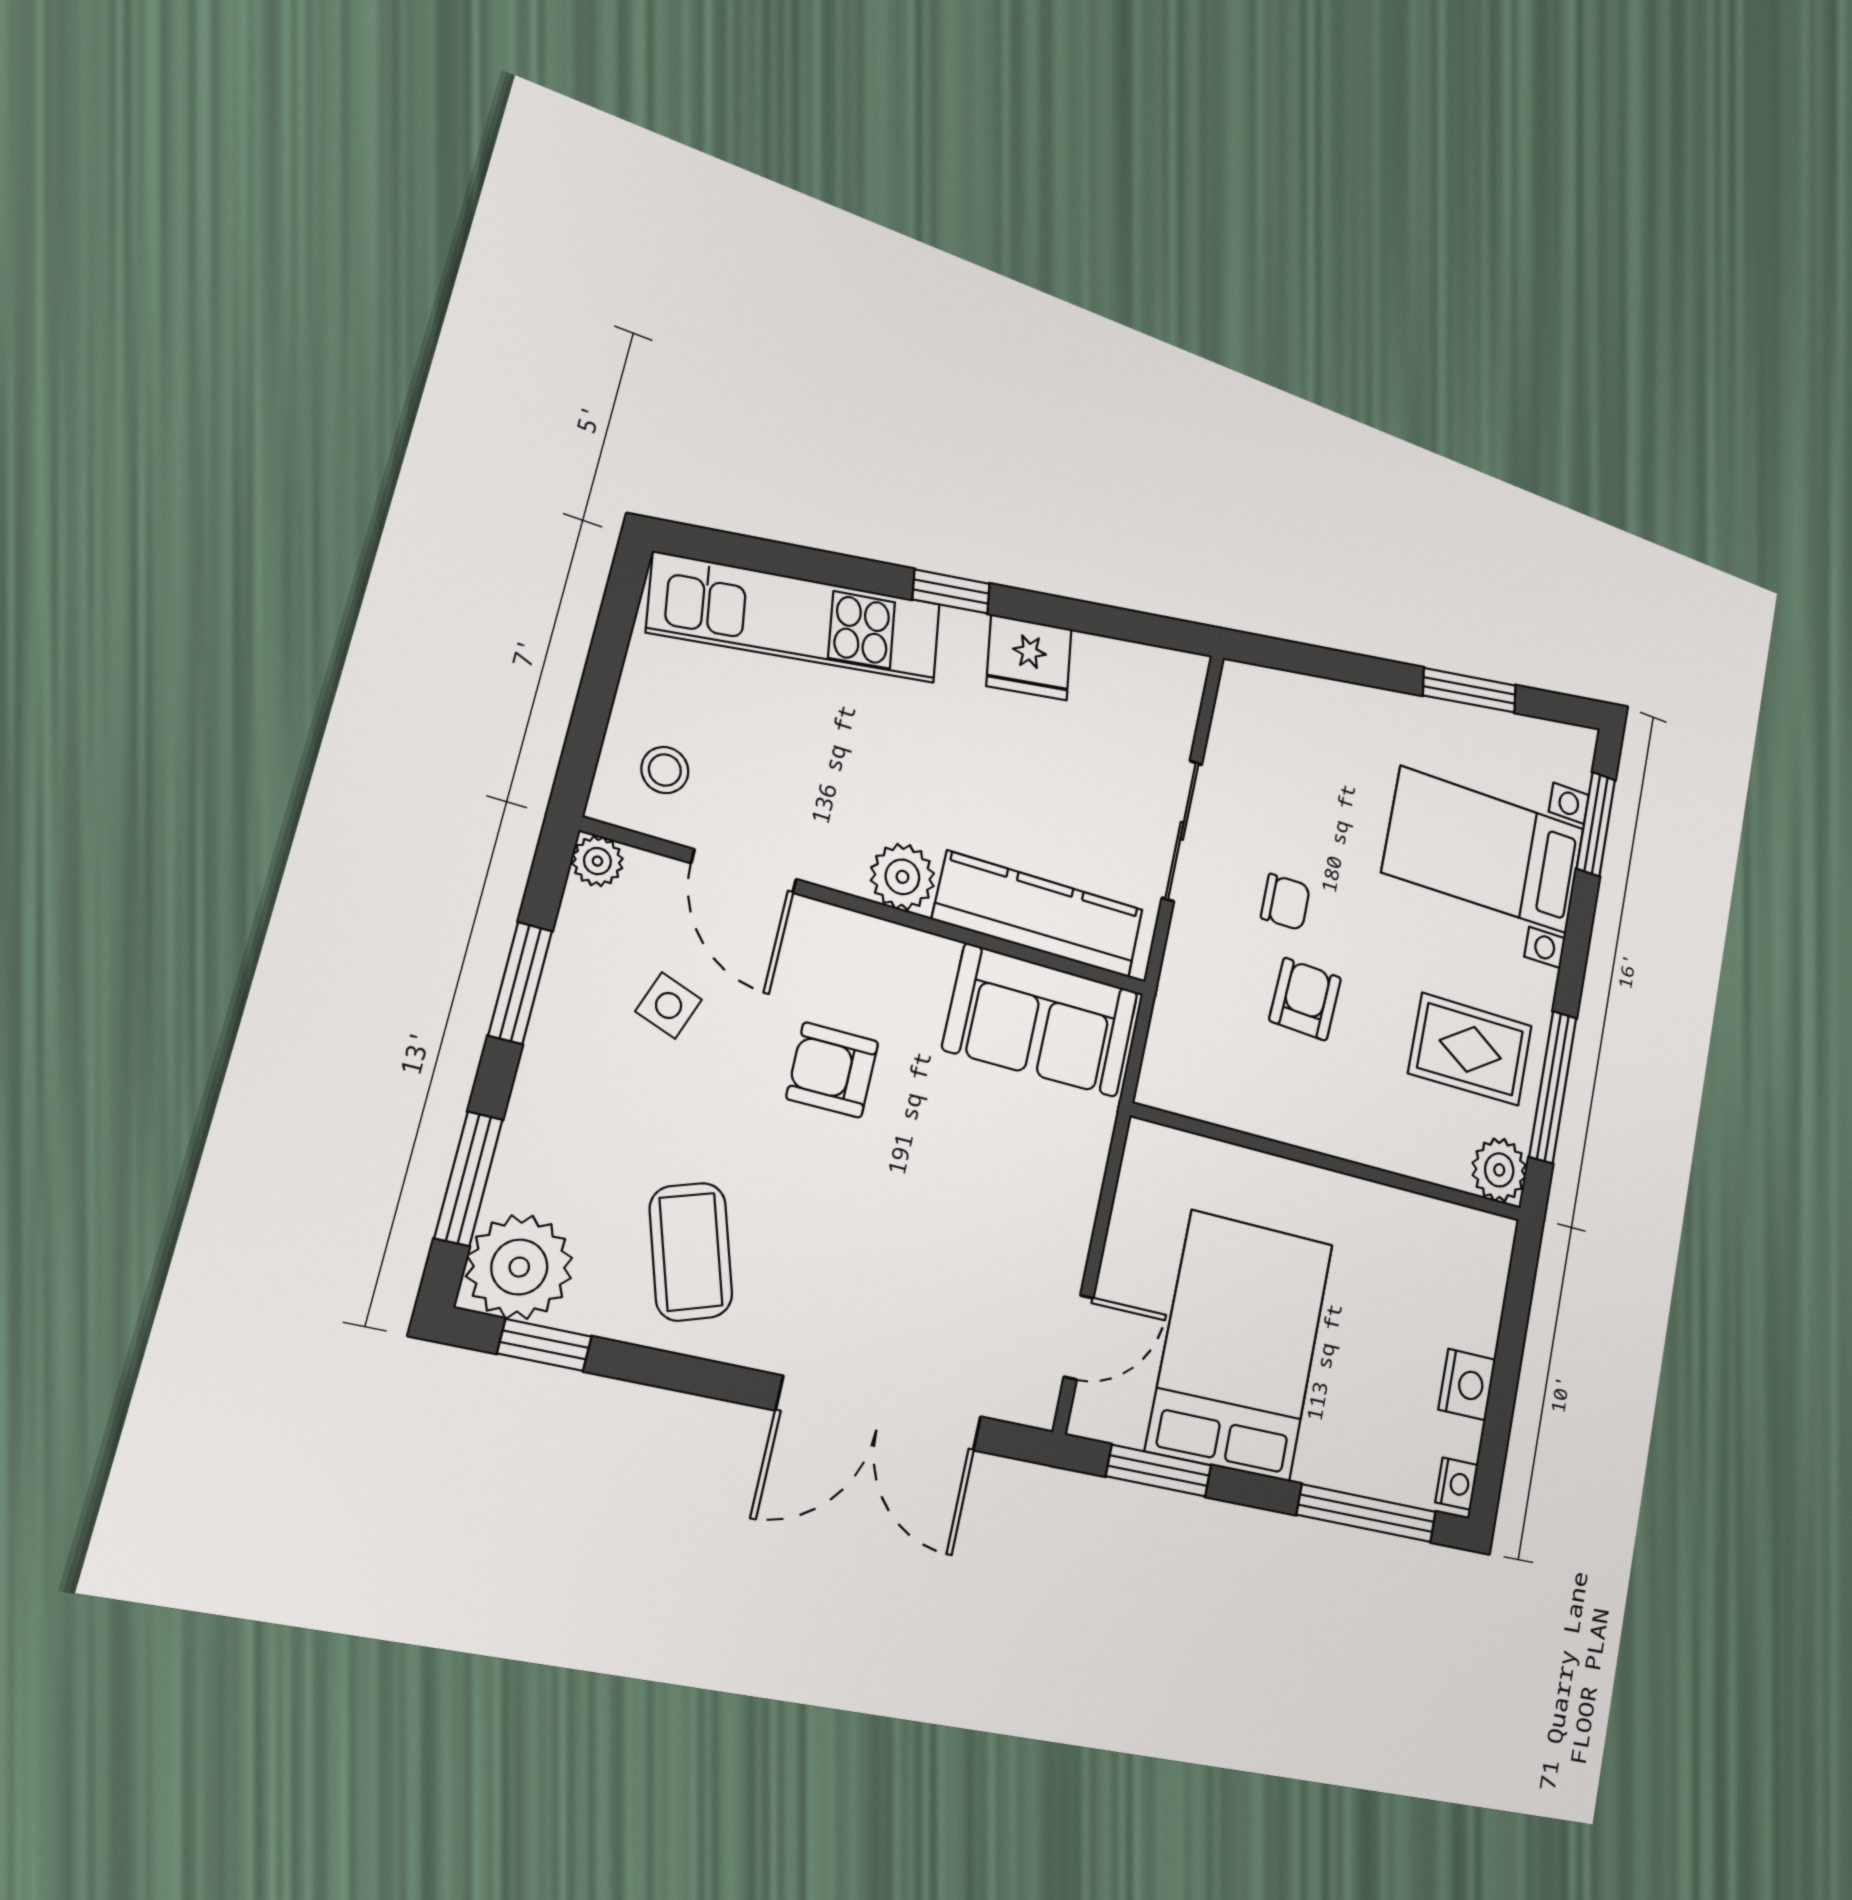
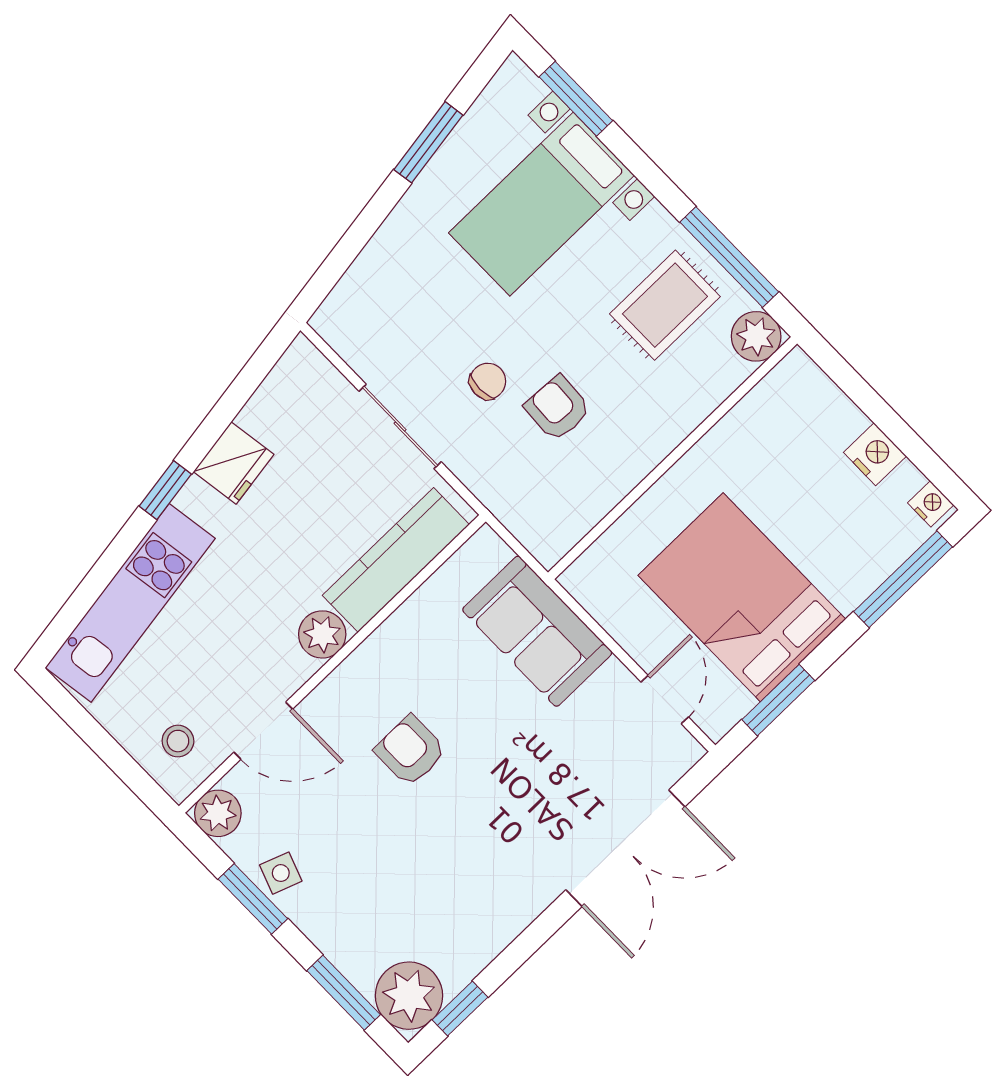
plant: (597, 861) -> (218, 813), width x1.38, depth x1.38
side table: (669, 1005) -> (281, 873), moved
sofa: (1041, 1020) -> (537, 631), moved, turned 90
armchair: (832, 1070) -> (410, 751), turned 90
coffee table: (691, 1252) -> (462, 898), removed

